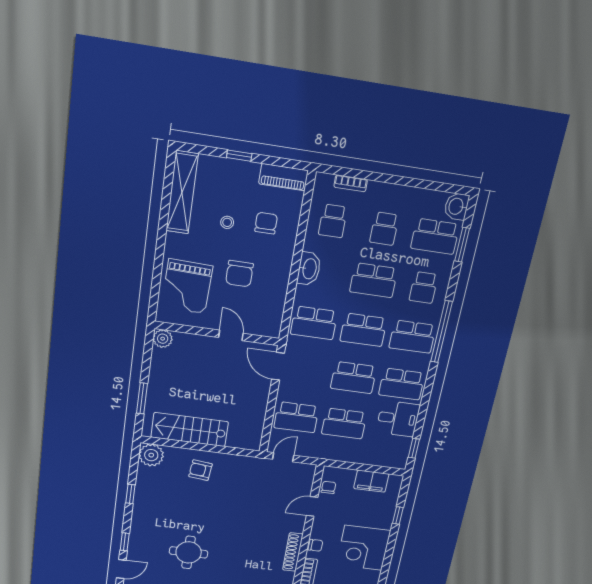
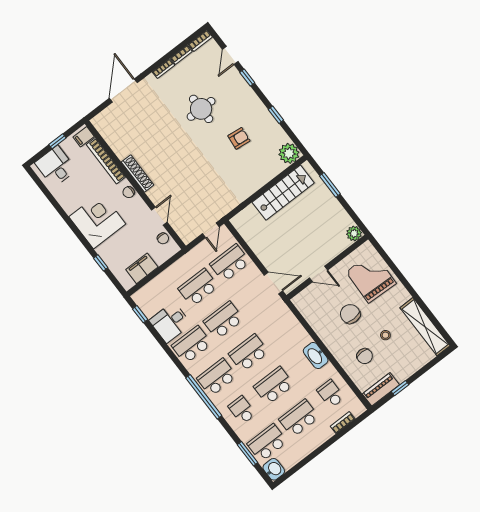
window: (239, 156) -> (400, 388), moved
school desk: (384, 229) -> (299, 418), width x1.85
school desk: (314, 323) -> (280, 328), removed
armchair: (200, 470) -> (239, 138), moved

